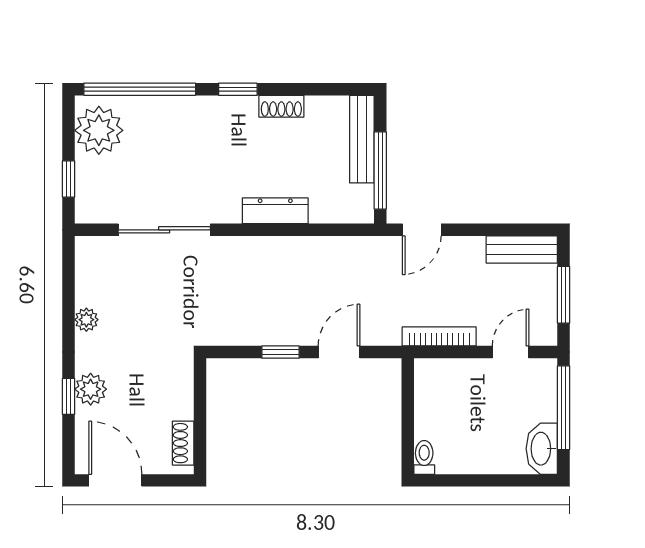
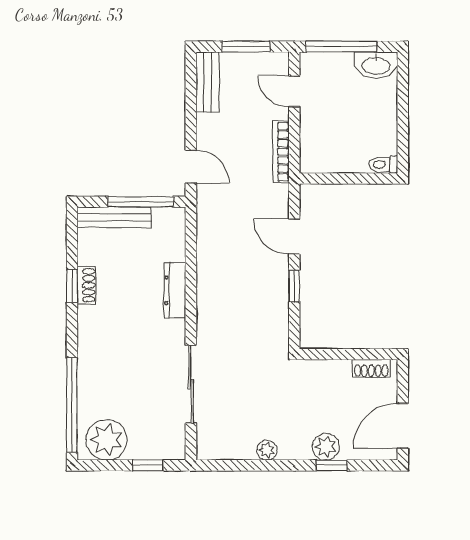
window: (238, 89) -> (72, 286), moved

